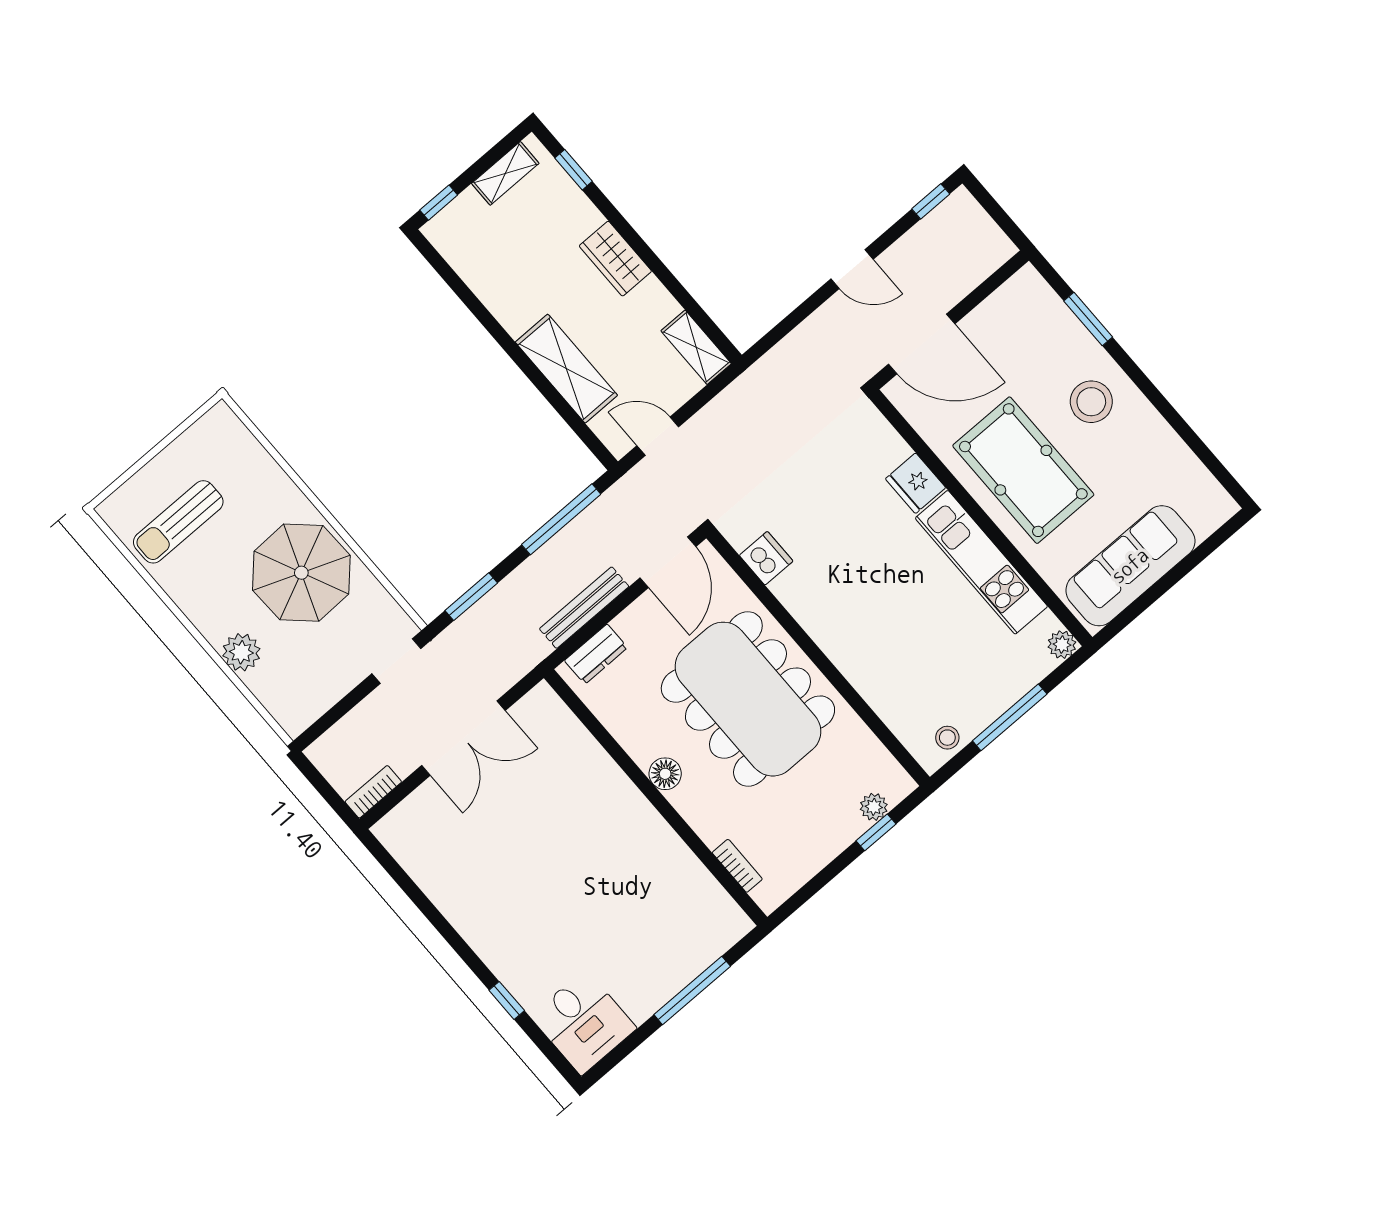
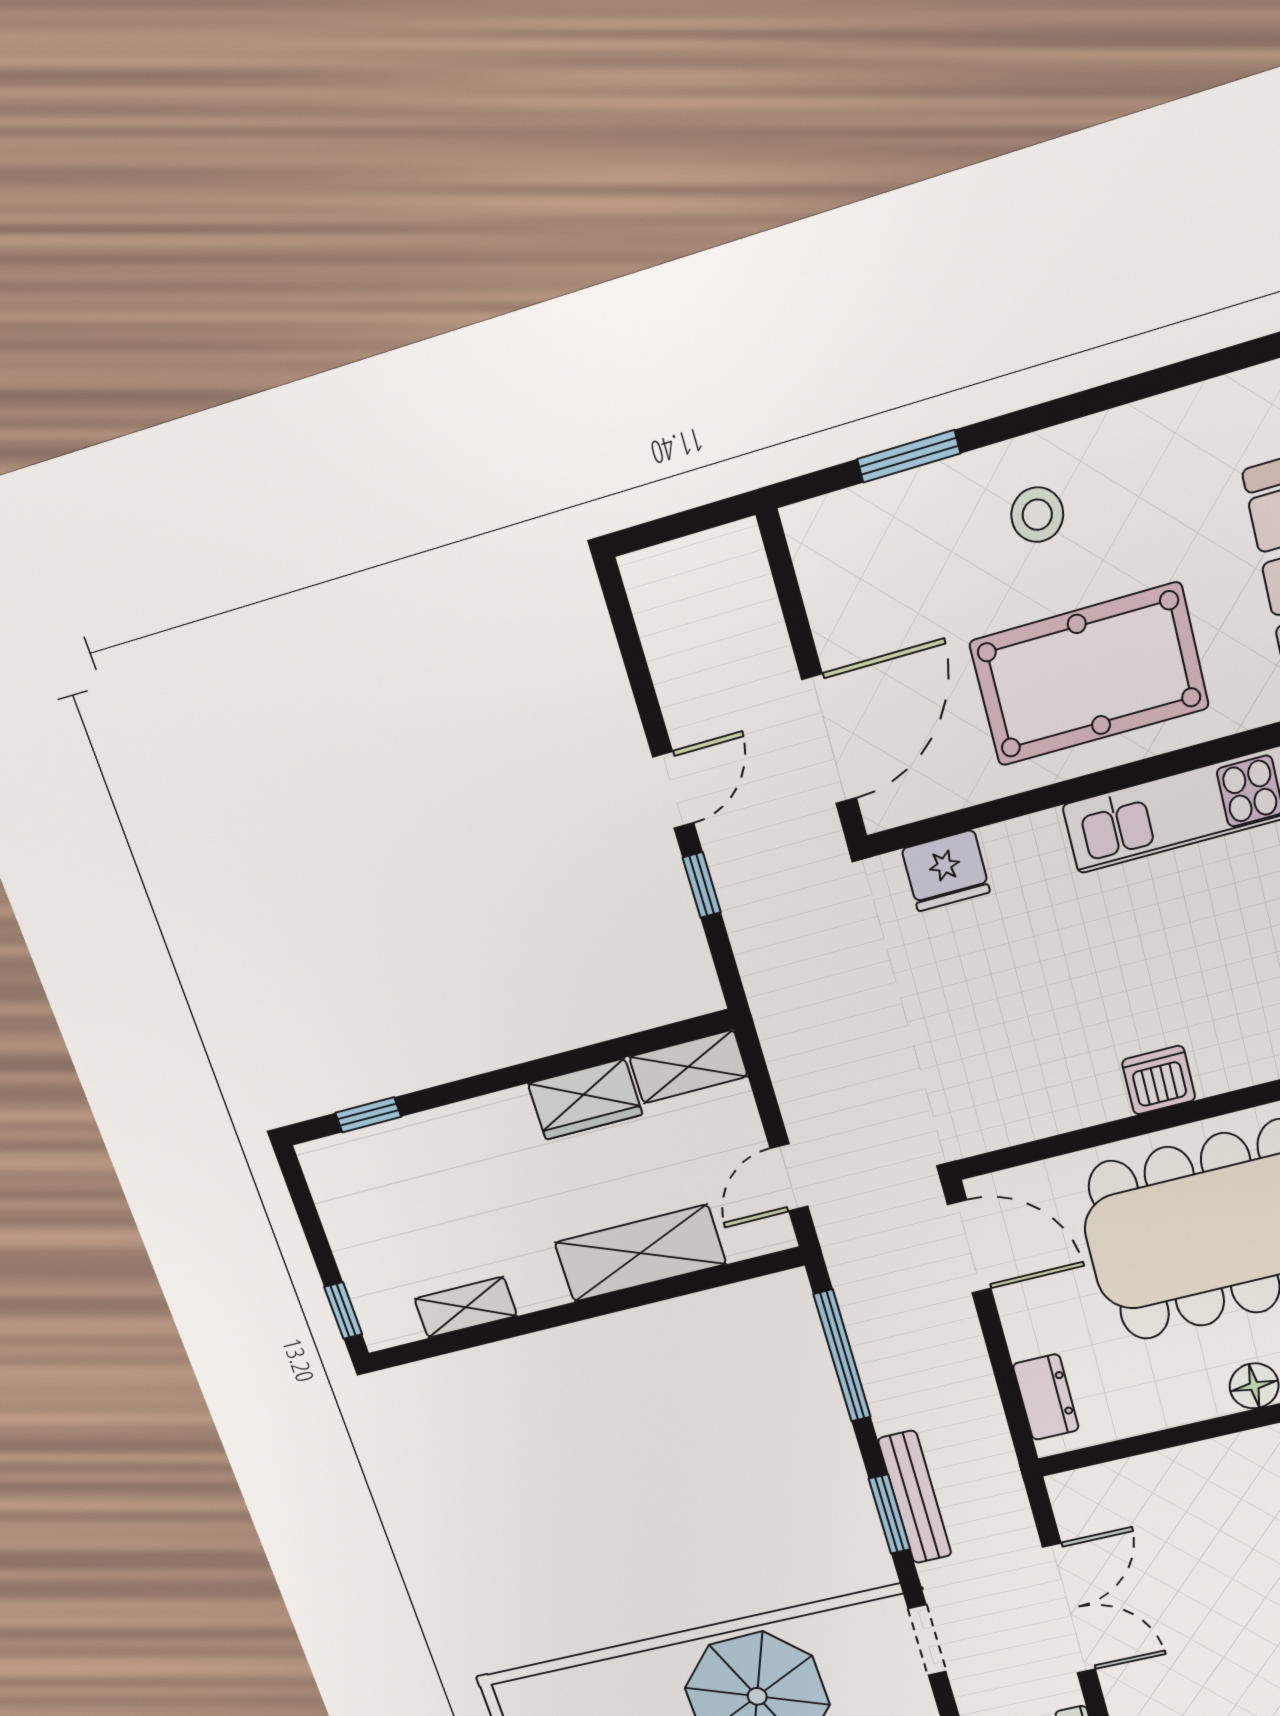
shelving: (505, 173) -> (466, 1307), moved, turned 90
window: (931, 201) -> (702, 885), moved
wardrobe: (615, 259) -> (585, 1099), moved
stool: (1091, 402) -> (1037, 515), width x0.73, depth x0.73
fridge: (916, 483) -> (946, 871), moved
dishwasher: (766, 558) -> (1159, 1080), moved
bench: (584, 608) -> (915, 1497), moved

